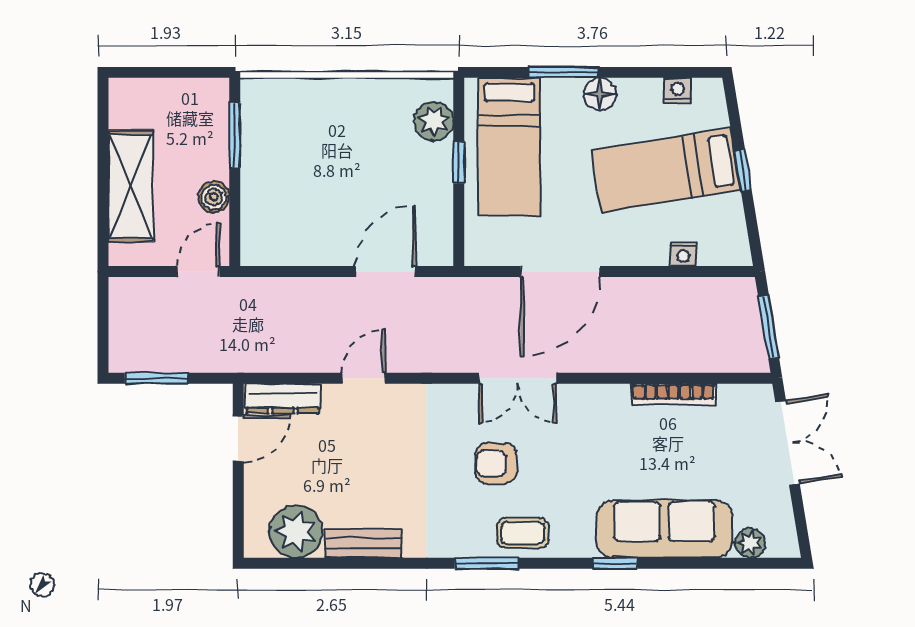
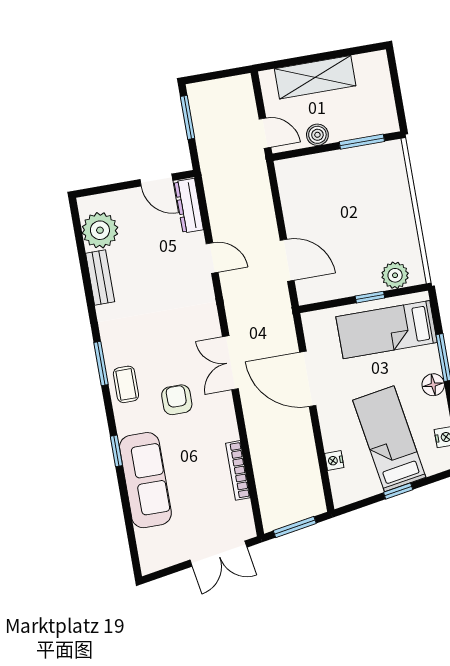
armchair: (496, 463) -> (177, 400), moved
plant: (750, 543) -> (146, 540), removed

